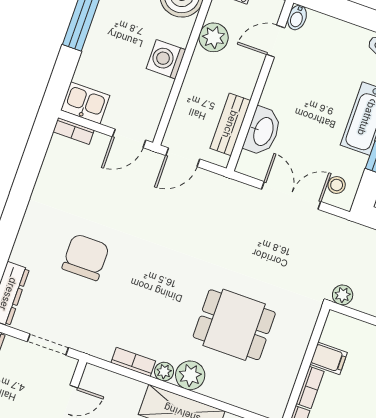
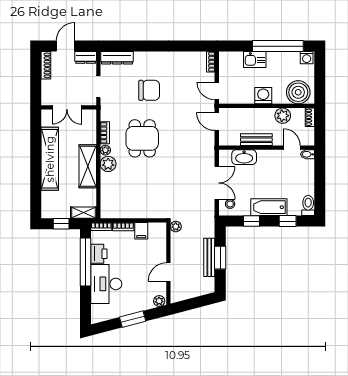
kitchen sink: (85, 103) -> (255, 60), moved, turned 90
bench: (230, 124) -> (256, 140), moved
dining table: (234, 325) -> (142, 138), moved

